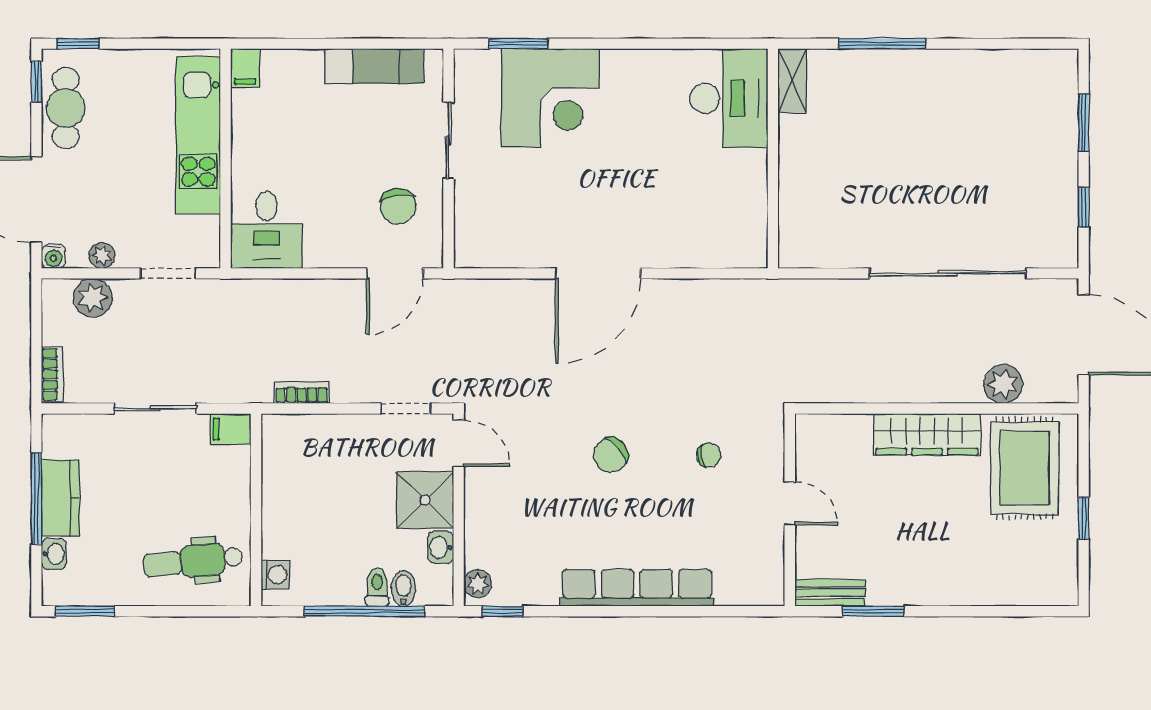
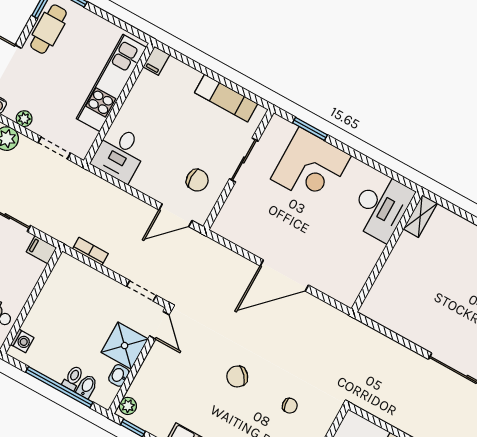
shelving: (792, 81) -> (420, 216), moved
desk: (729, 98) -> (381, 207), moved
wall: (773, 159) -> (387, 252), moved
chair: (398, 206) -> (197, 180), turned -82

